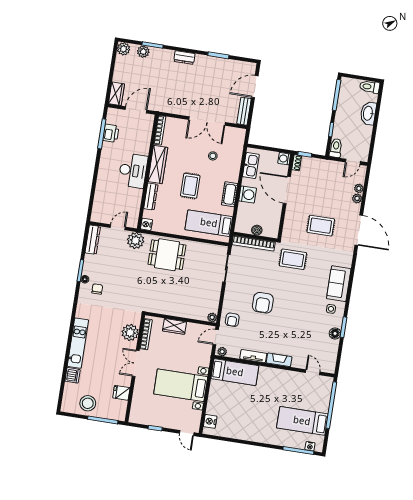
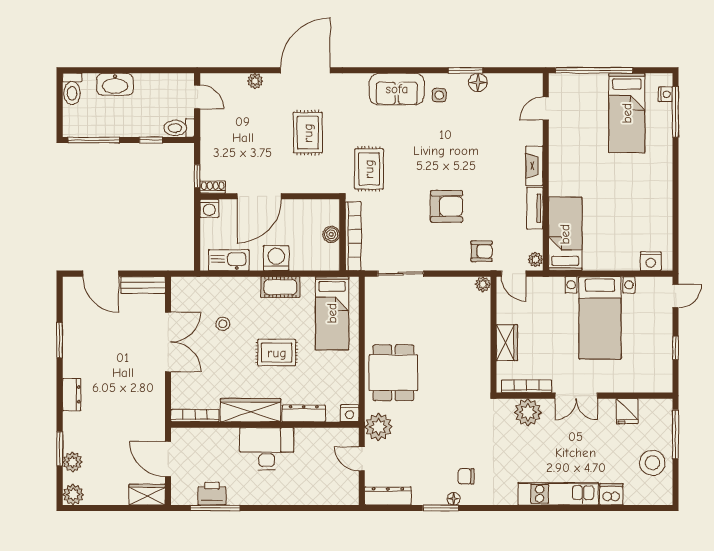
plant: (359, 188) -> (238, 81), removed

